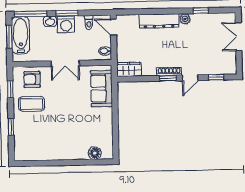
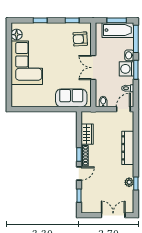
plant: (185, 19) -> (129, 182), moved
wardrobe: (129, 69) -> (87, 134), moved
door: (190, 78) -> (79, 173), swing flipped
armchair: (32, 79) -> (80, 39), turned -94
coffee table: (32, 104) -> (59, 38), removed
corner sofa: (61, 142) -> (27, 63), added
floor lamp: (95, 153) -> (17, 35), moved

